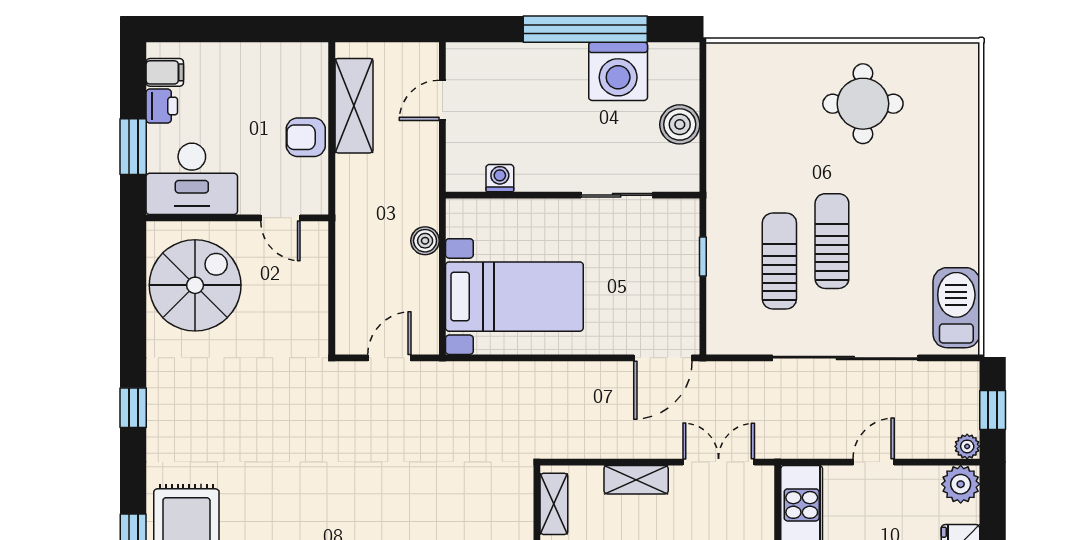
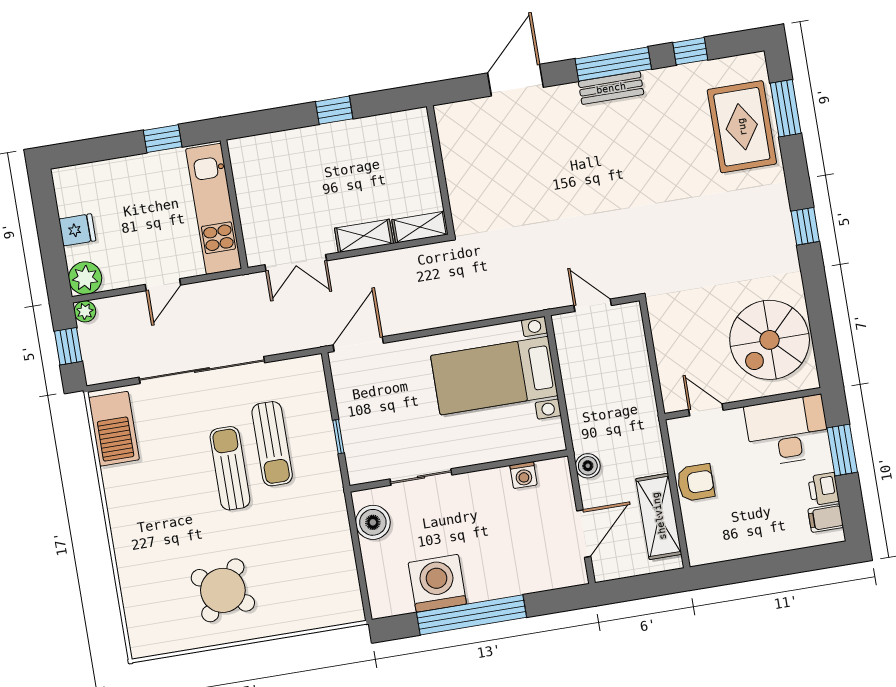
door: (442, 100) -> (584, 534), width x1.38
round table: (863, 104) -> (223, 590), turned 38
boiler: (680, 124) -> (373, 522), moved
boiler: (425, 241) -> (588, 466), moved
sun lounger: (832, 241) -> (230, 468), turned 180
door: (389, 358) -> (593, 305), swing flipped
shelving: (554, 504) -> (420, 227), moved, turned 90

